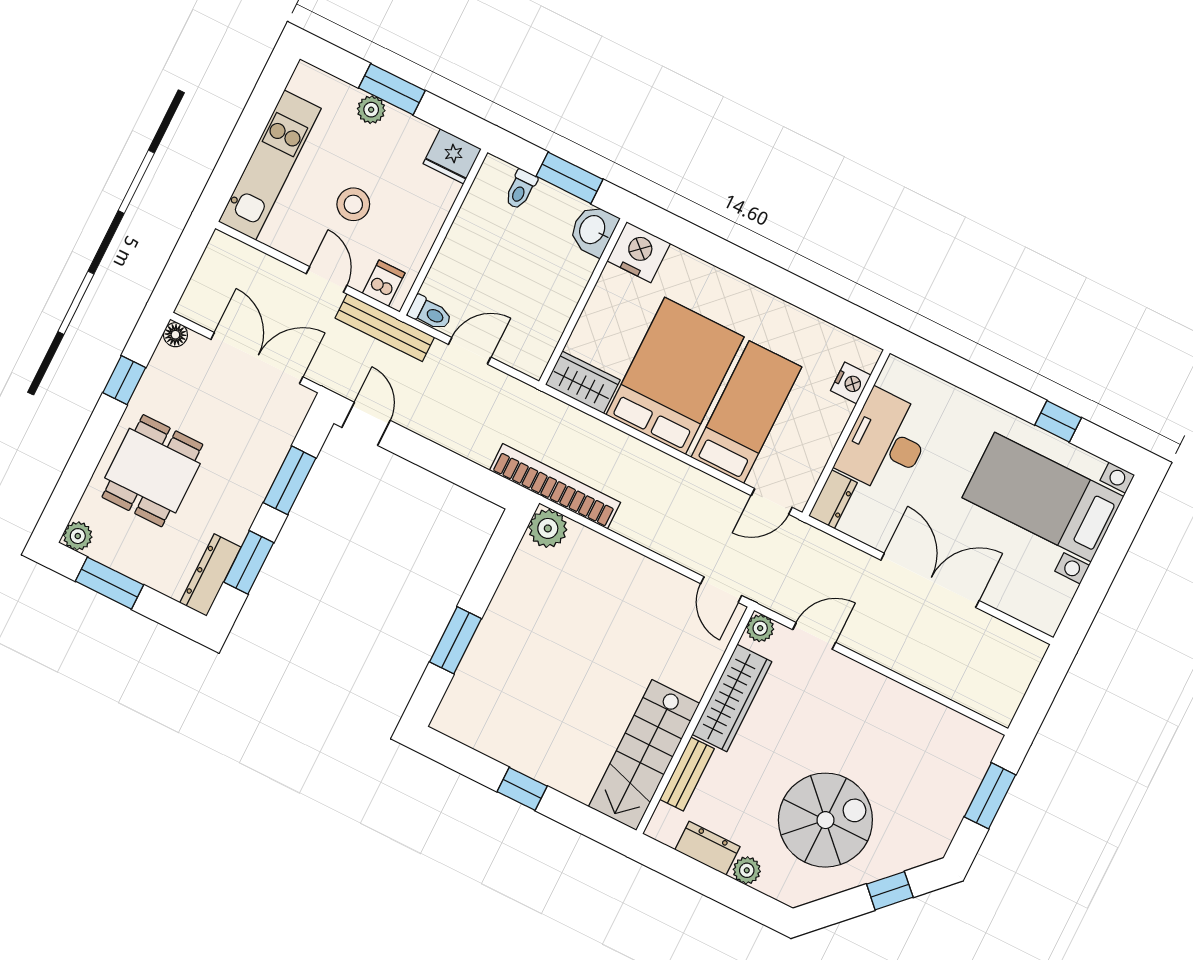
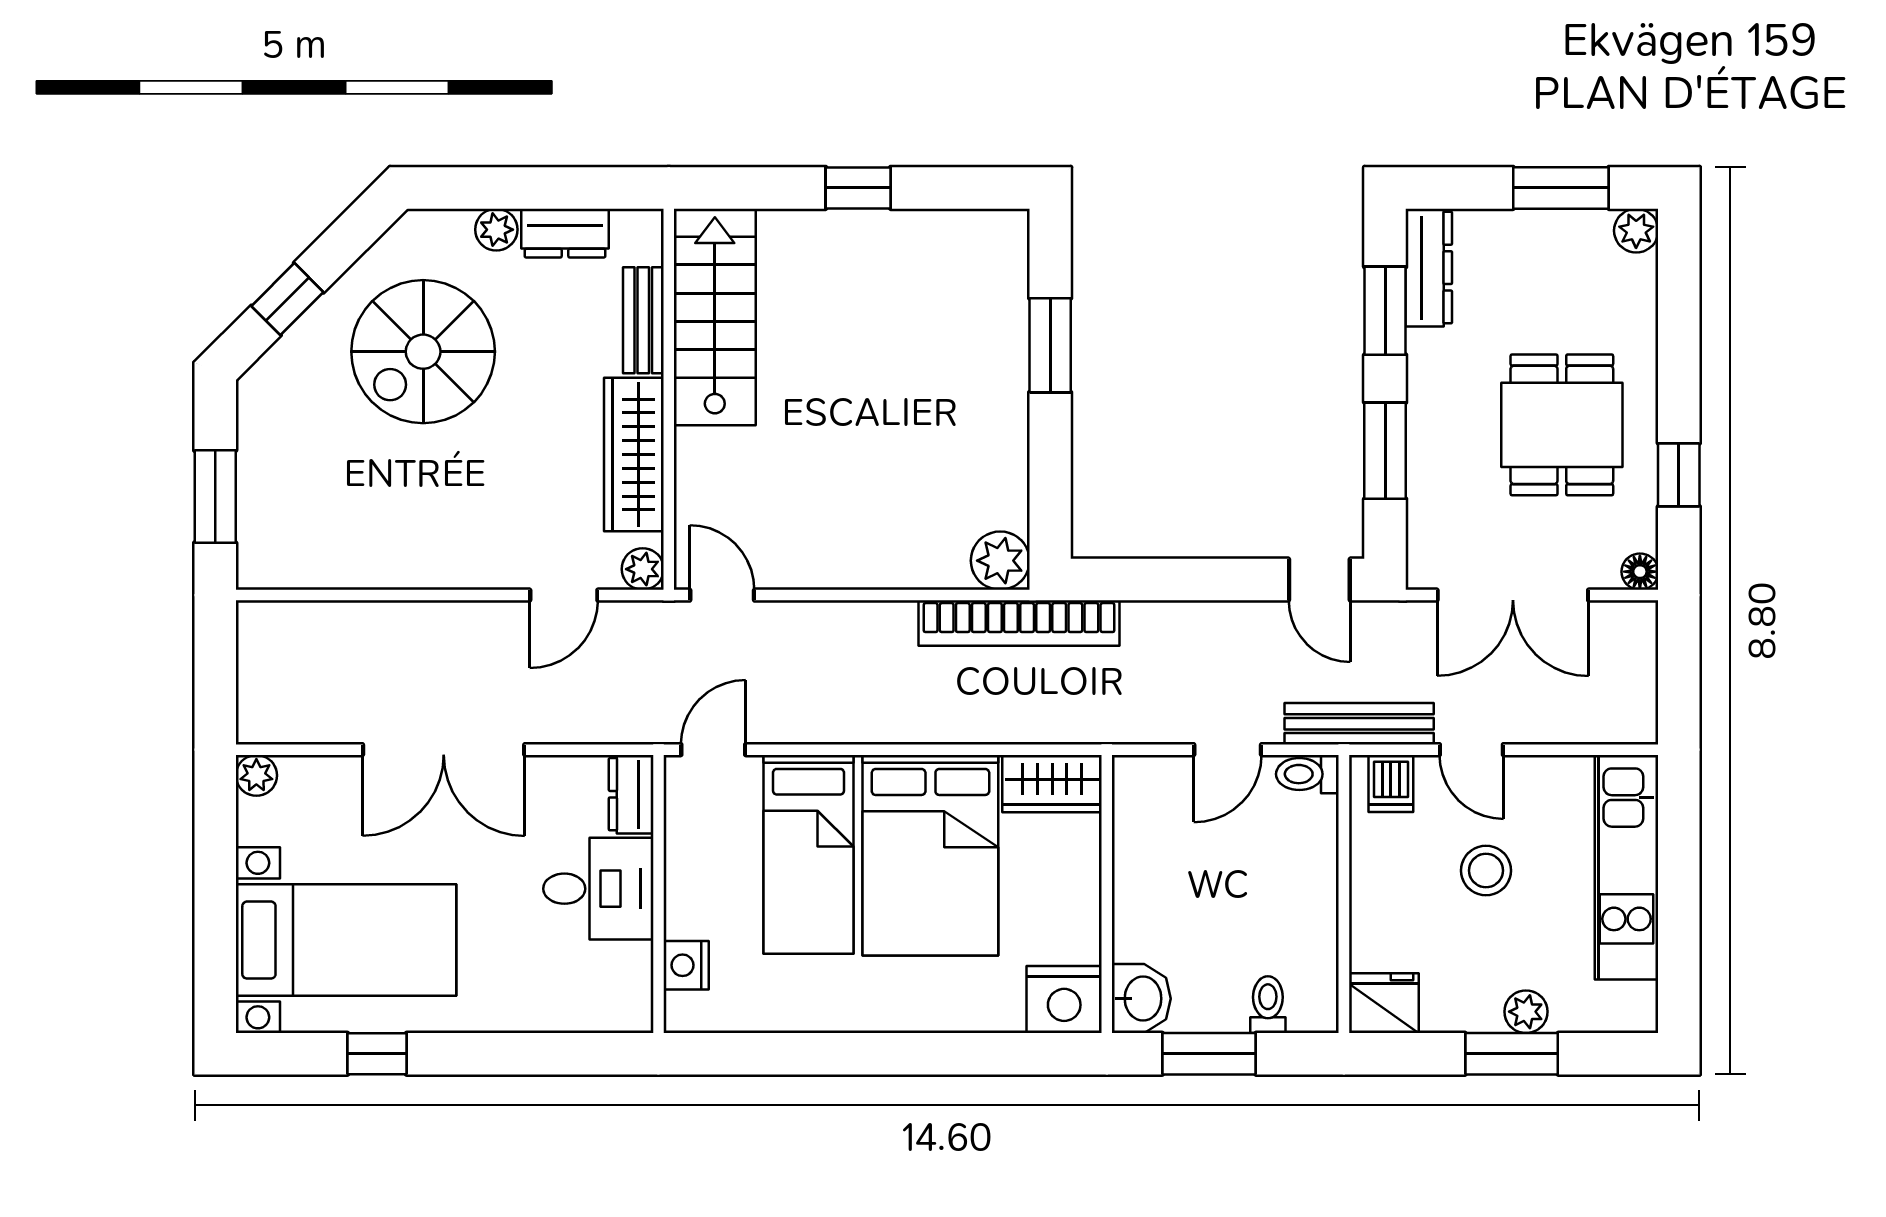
desk: (885, 442) -> (598, 889), width x0.73
dining table: (152, 471) -> (1562, 425), moved
plant: (1047, 620) -> (256, 775), added

